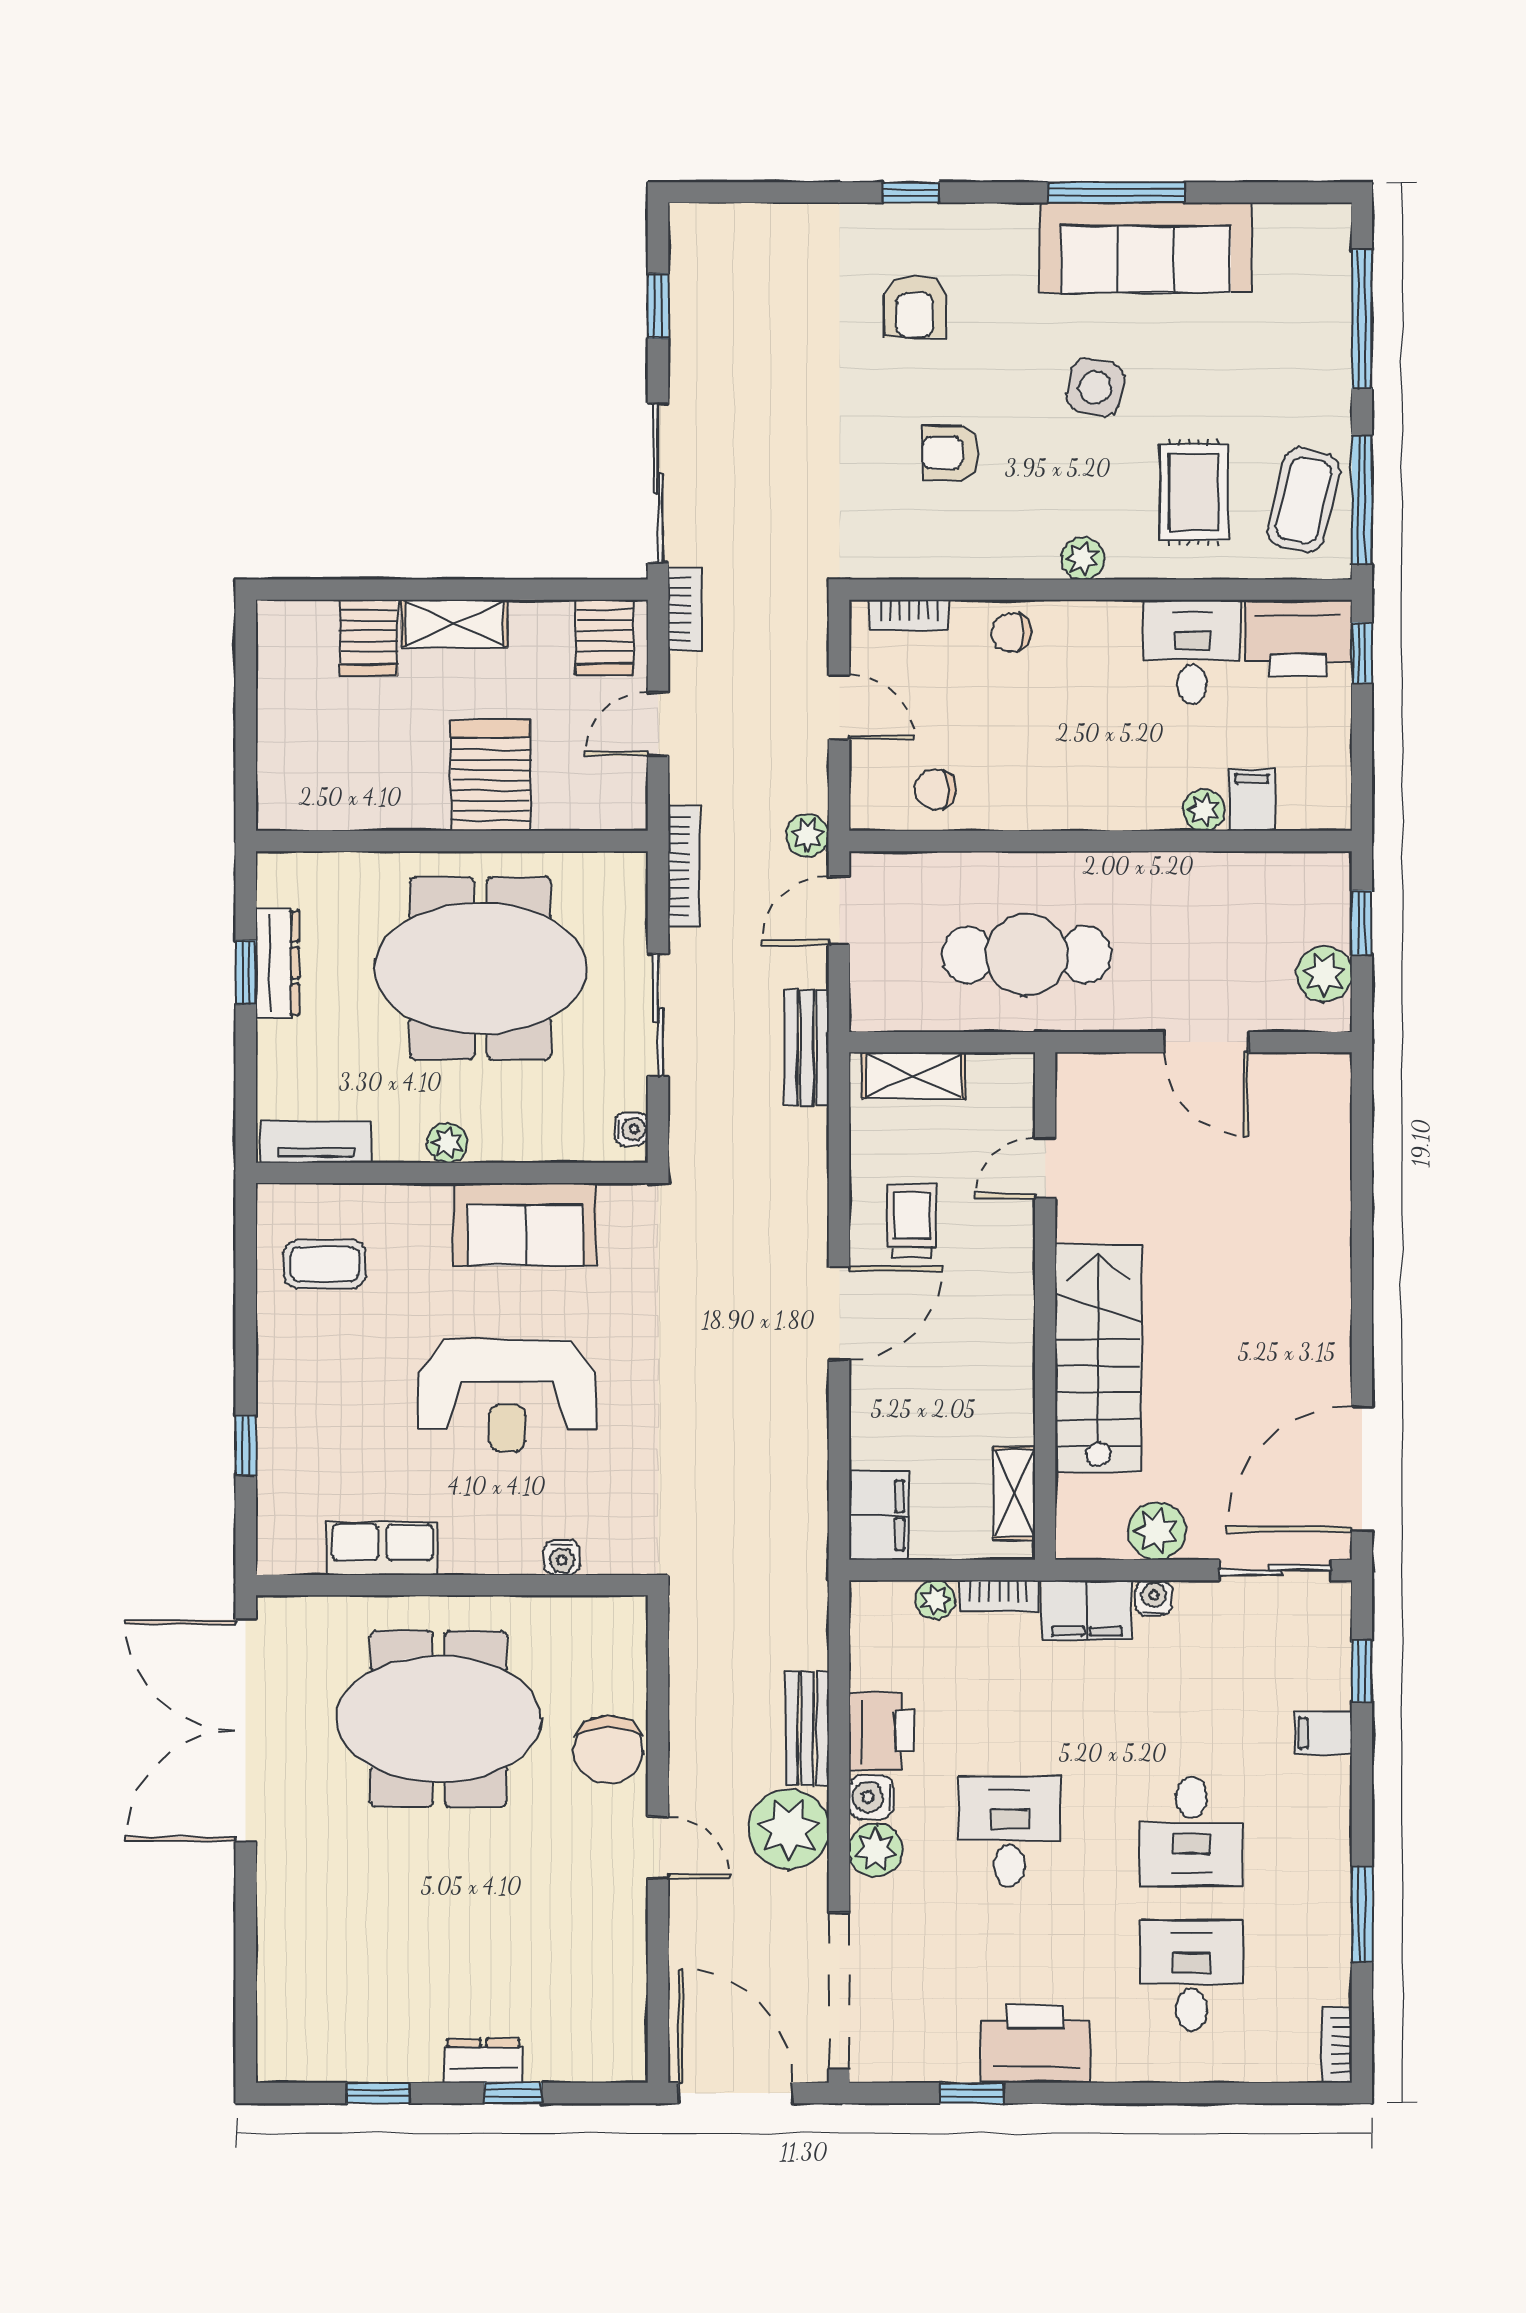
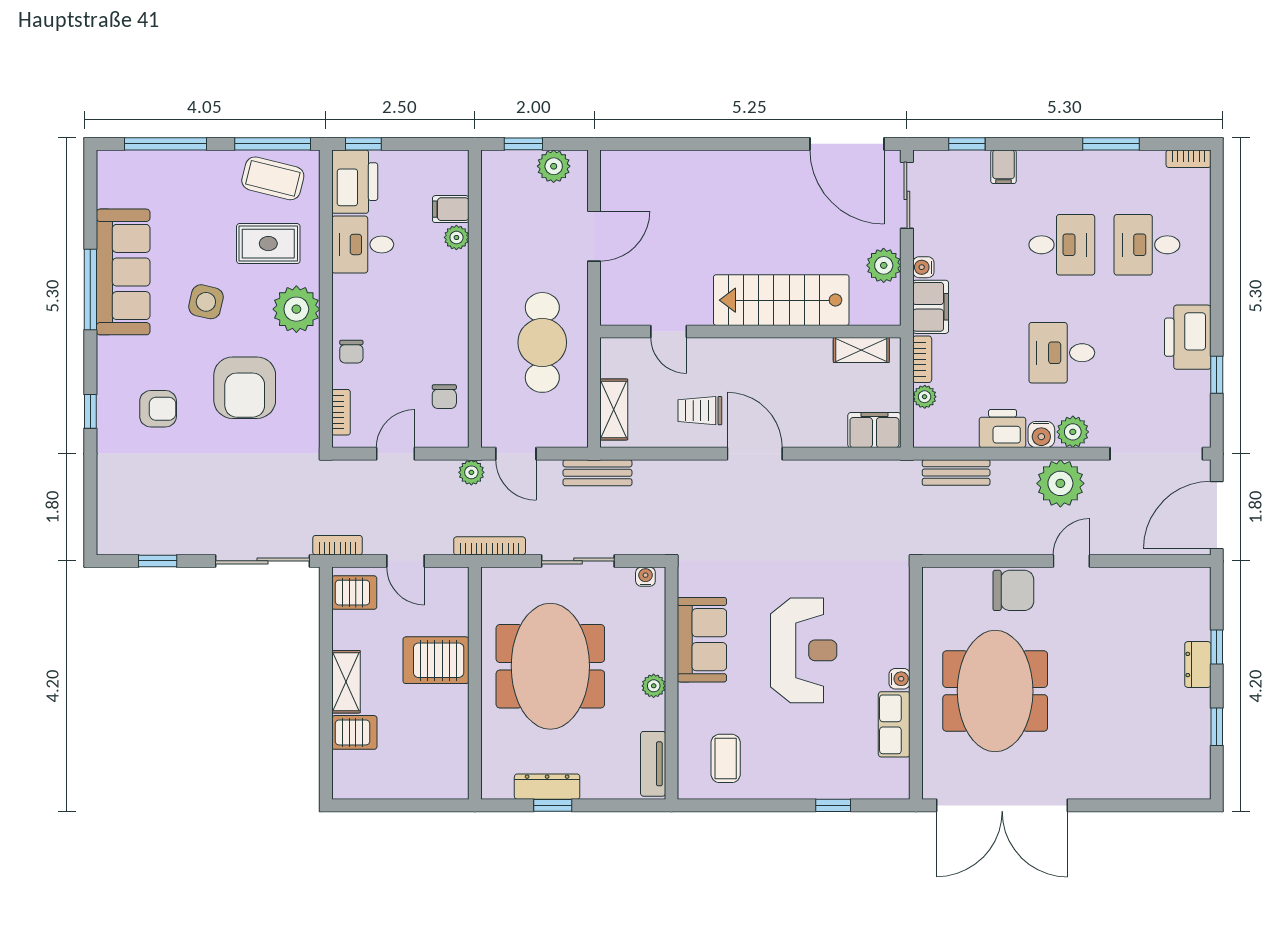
armchair: (950, 453) -> (245, 388), width x1.88, depth x1.88
plant: (1083, 558) -> (296, 309), width x1.88, depth x1.88
water cooler: (562, 1558) -> (899, 679), moved
bench: (807, 1728) -> (956, 473), moved

